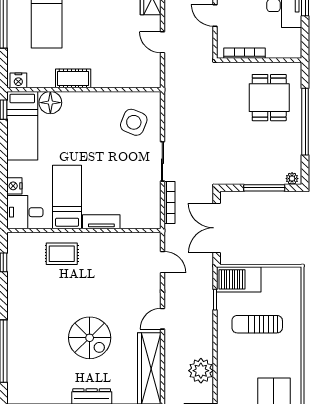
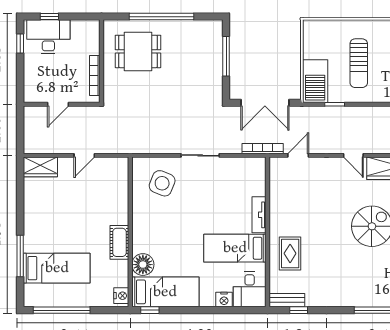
plant: (292, 179) -> (217, 29), removed
bookcase: (169, 203) -> (263, 149), moved
bench: (14, 250) -> (287, 300), added

